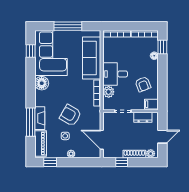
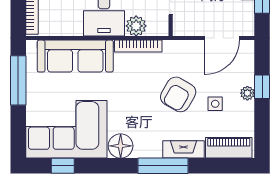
window: (68, 26) -> (18, 80), moved
window: (31, 122) -> (163, 166), moved
window: (50, 162) -> (262, 87), moved

